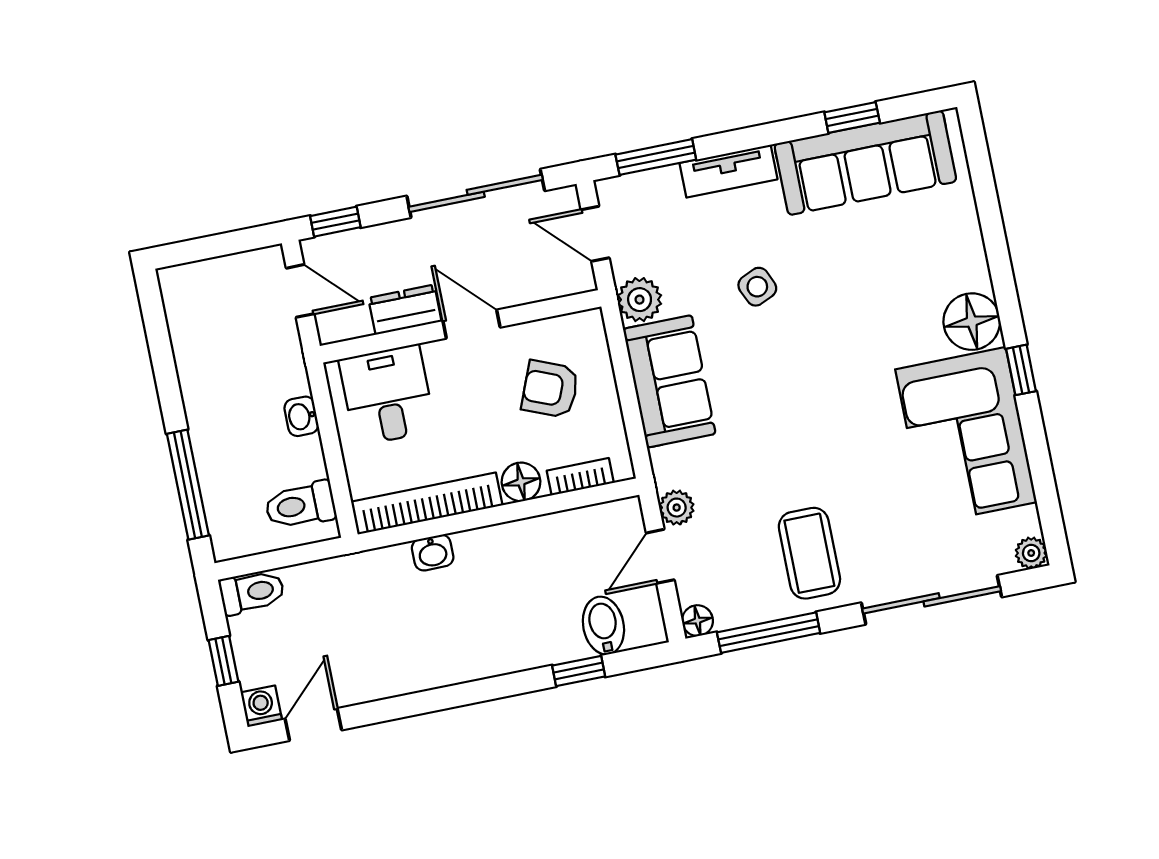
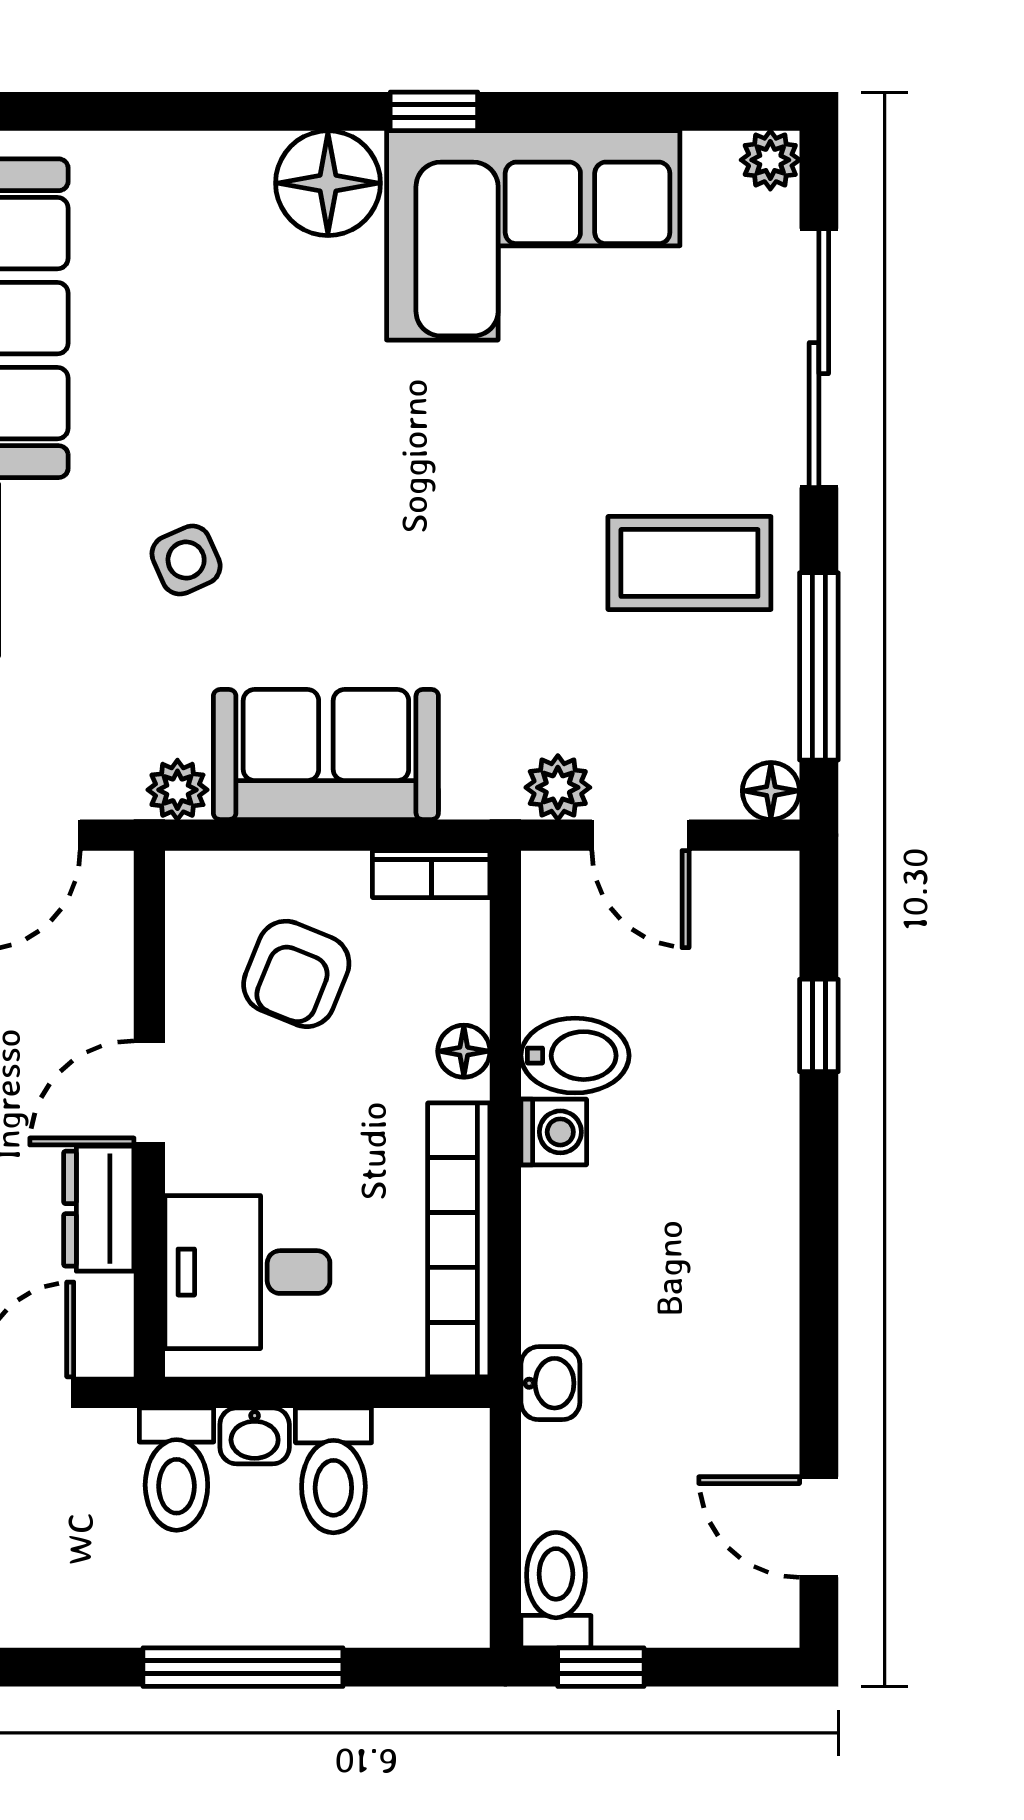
plant: (640, 300) -> (177, 790), width x0.73, depth x0.73
toilet: (275, 379) -> (176, 1469), added
bookcase: (580, 477) -> (431, 874), moved, turned -90
floor lamp: (521, 482) -> (464, 1051), width x0.73, depth x0.73
window: (188, 485) -> (243, 1667), moved
toilet: (300, 505) -> (333, 1470), moved
washbasin: (433, 553) -> (550, 1383), moved
bidet: (603, 626) -> (575, 1056), moved, turned 180
window: (223, 661) -> (601, 1667), moved
washing machine: (261, 706) -> (554, 1132), moved, turned 180

